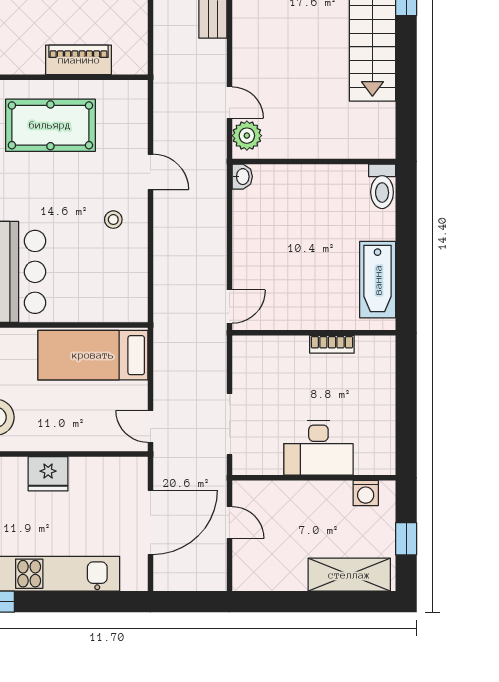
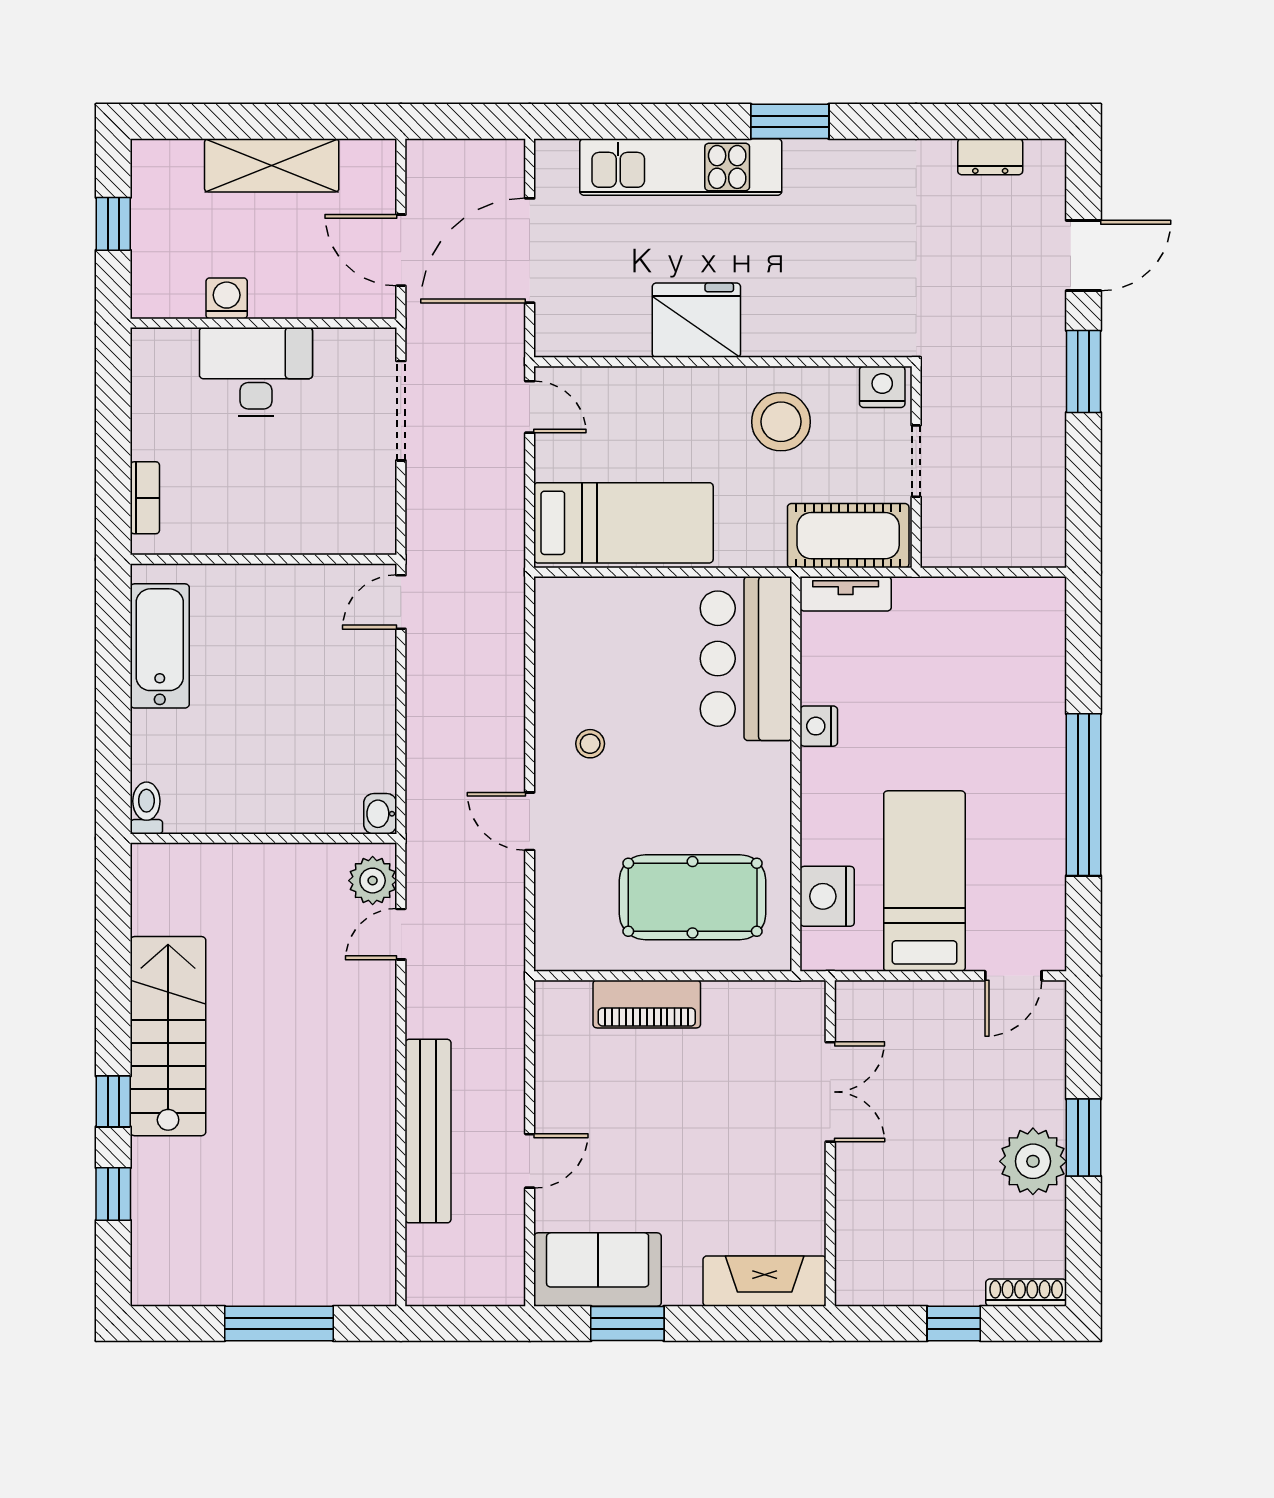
door: (229, 103) -> (401, 934), hinge flipped
toilet: (382, 186) -> (146, 808), width x0.73, depth x0.72
bookcase: (332, 344) -> (145, 498), moved, turned 90
fridge: (48, 474) -> (696, 320), width x1.36, depth x1.34
washing machine: (366, 493) -> (227, 298), moved
door: (229, 523) -> (401, 250), width x1.38
shelving: (349, 575) -> (272, 165), moved

